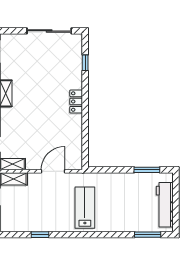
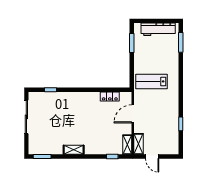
locker: (76, 102) -> (110, 97), moved
door: (53, 171) -> (133, 114), hinge flipped
lab bench: (85, 208) -> (152, 81), moved

